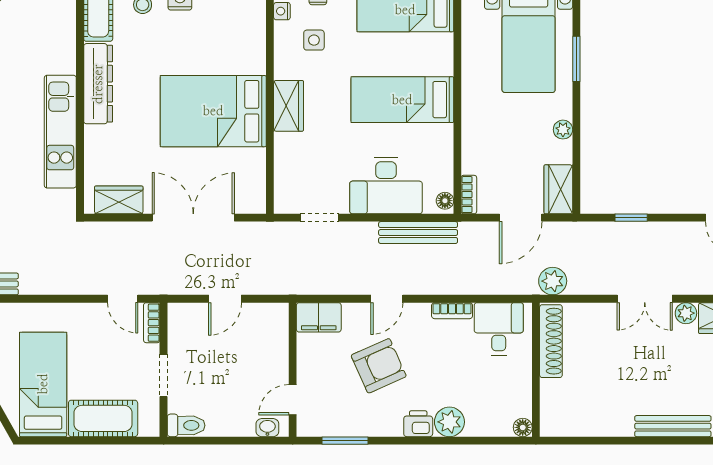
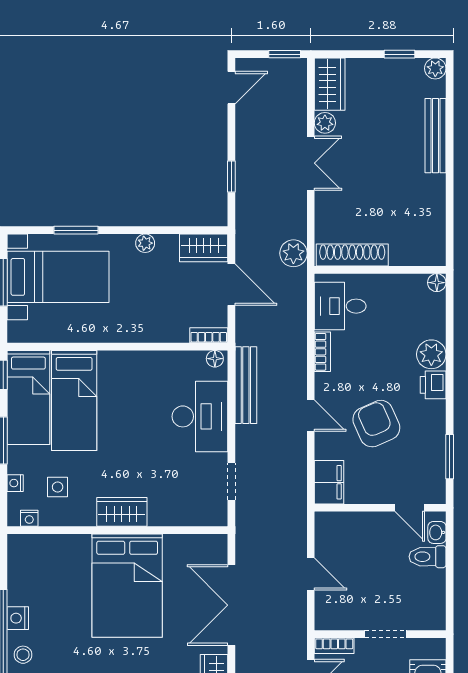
bed: (402, 100) -> (74, 400), moved
toilet: (186, 425) -> (428, 557), moved, turned -90

